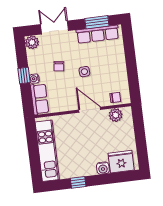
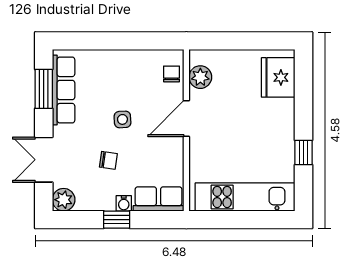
water cooler: (103, 168) -> (285, 109), removed

